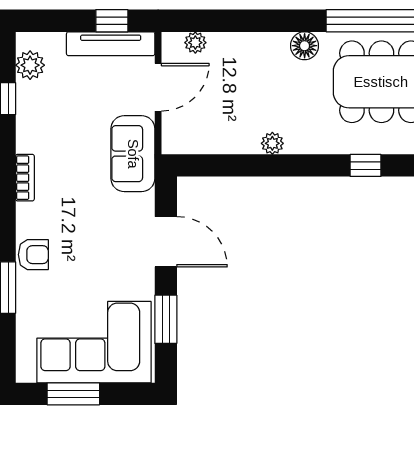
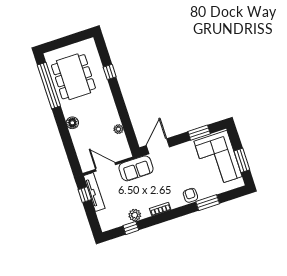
plant: (195, 43) -> (82, 158), removed
floor lamp: (305, 46) -> (72, 123), moved
plant: (30, 65) -> (135, 215), moved
plant: (272, 143) -> (118, 129), moved
door: (166, 242) -> (158, 146), moved

